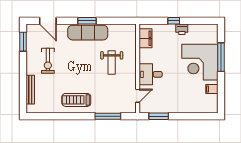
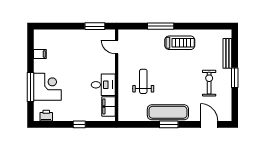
printer: (182, 29) -> (46, 116), moved
window: (23, 42) -> (235, 78), moved
corner desk: (200, 62) -> (47, 87), width x0.74, depth x0.74
desk: (151, 74) -> (103, 85), moved
door: (138, 96) -> (117, 47), hinge flipped
window: (108, 116) -> (161, 26), moved

